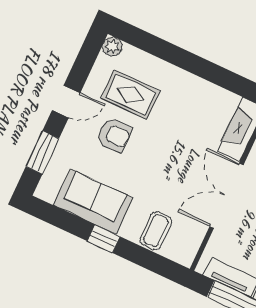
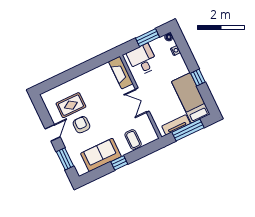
plant: (112, 46) -> (46, 97), removed
armchair: (114, 135) -> (81, 125), turned -89
double door: (227, 196) -> (142, 100), width x0.73

